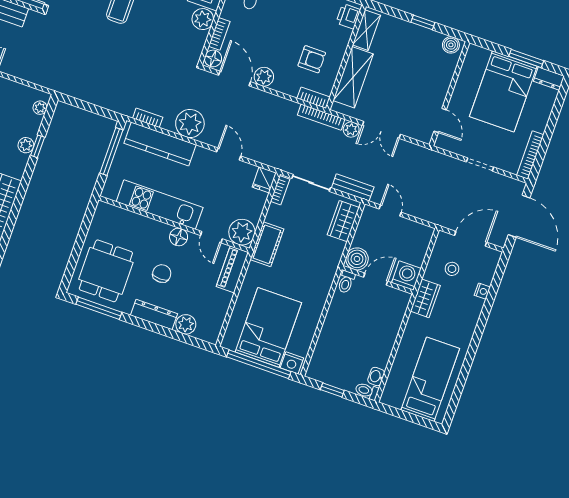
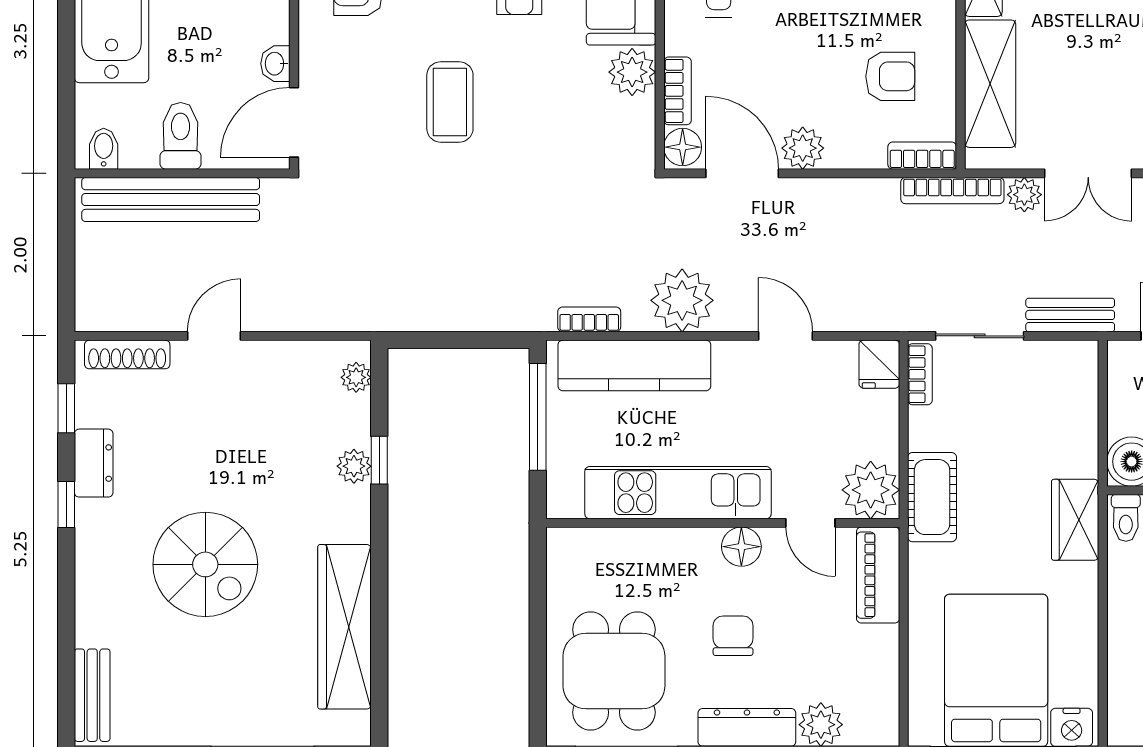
wardrobe: (343, 221) -> (1075, 520), moved

